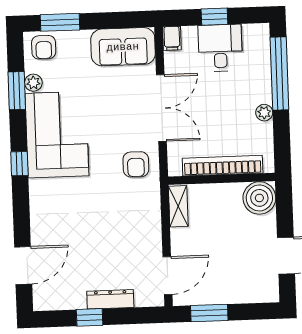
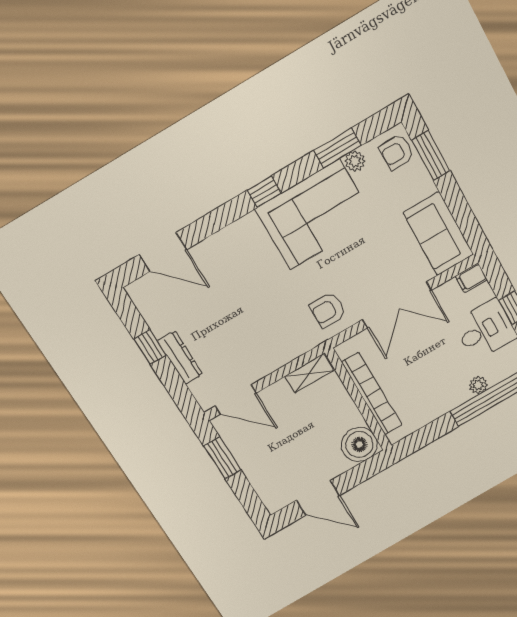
plant: (264, 113) -> (478, 385), moved

